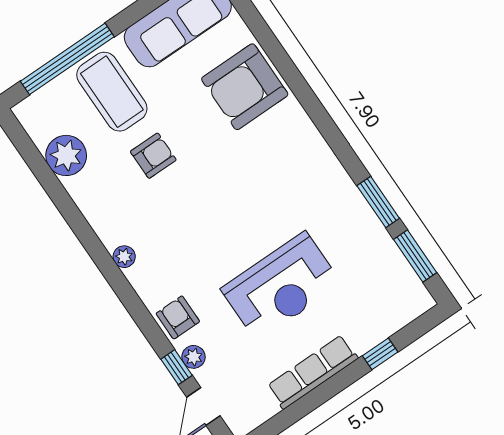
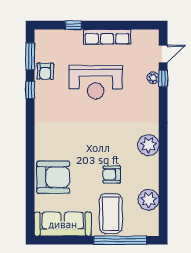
window: (378, 202) -> (30, 90), width x0.67
plant: (124, 257) -> (148, 145), width x1.87, depth x1.87
reception desk: (281, 286) -> (96, 82), turned 180
armchair: (178, 317) -> (45, 71), moved

